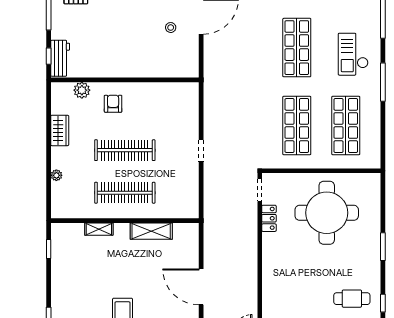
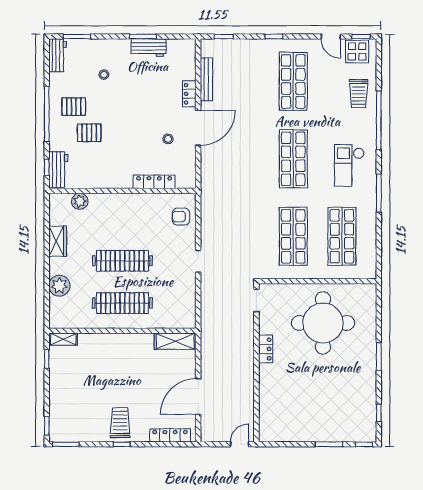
pallet: (91, 21) -> (89, 133), added
locker: (157, 71) -> (154, 182), added
armchair: (113, 104) -> (181, 217), moved, turned -90
plant: (56, 175) -> (59, 286), width x1.87, depth x1.87
locker: (269, 218) -> (266, 349), moved
shelving: (99, 229) -> (63, 339), moved
shelving: (151, 231) -> (175, 341), moved
door: (201, 287) -> (198, 397), hinge flipped
cafe table: (352, 299) -> (348, 408), removed

